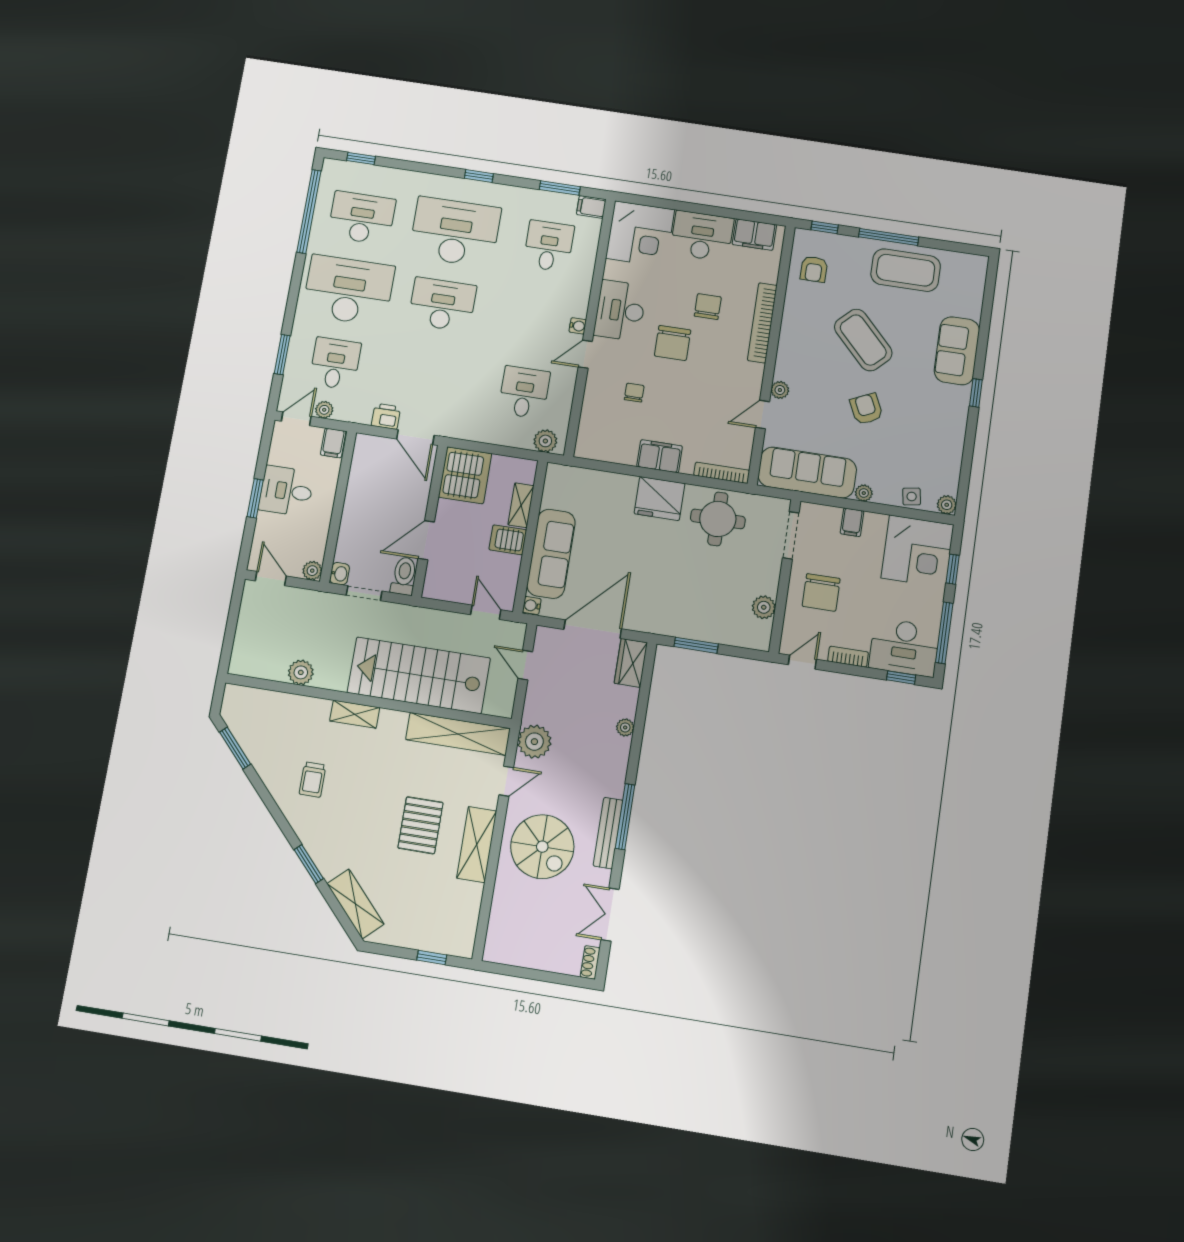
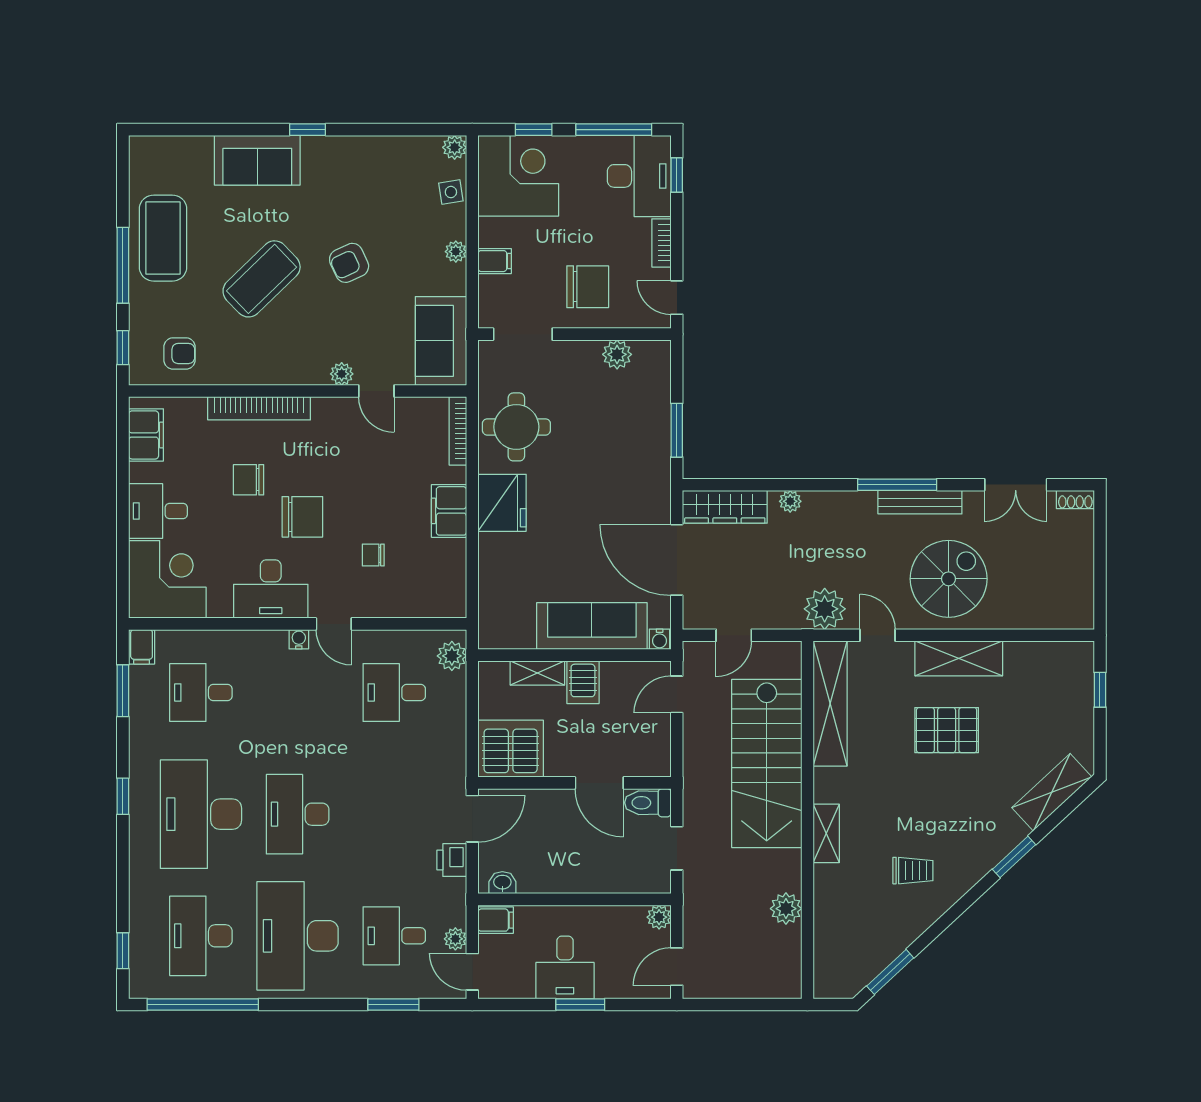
desk: (702, 236) -> (158, 511), width x0.73
sofa: (807, 473) -> (441, 341), width x0.73
washbasin: (340, 574) -> (502, 883), moved
wardrobe: (631, 663) -> (725, 507), width x1.50

